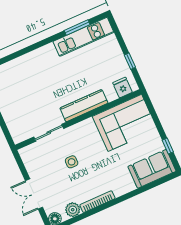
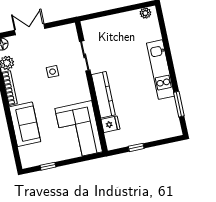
kitchen unit: (83, 37) -> (161, 70), moved
fridge: (123, 87) -> (110, 124), moved
sofa: (152, 169) -> (25, 124), moved

